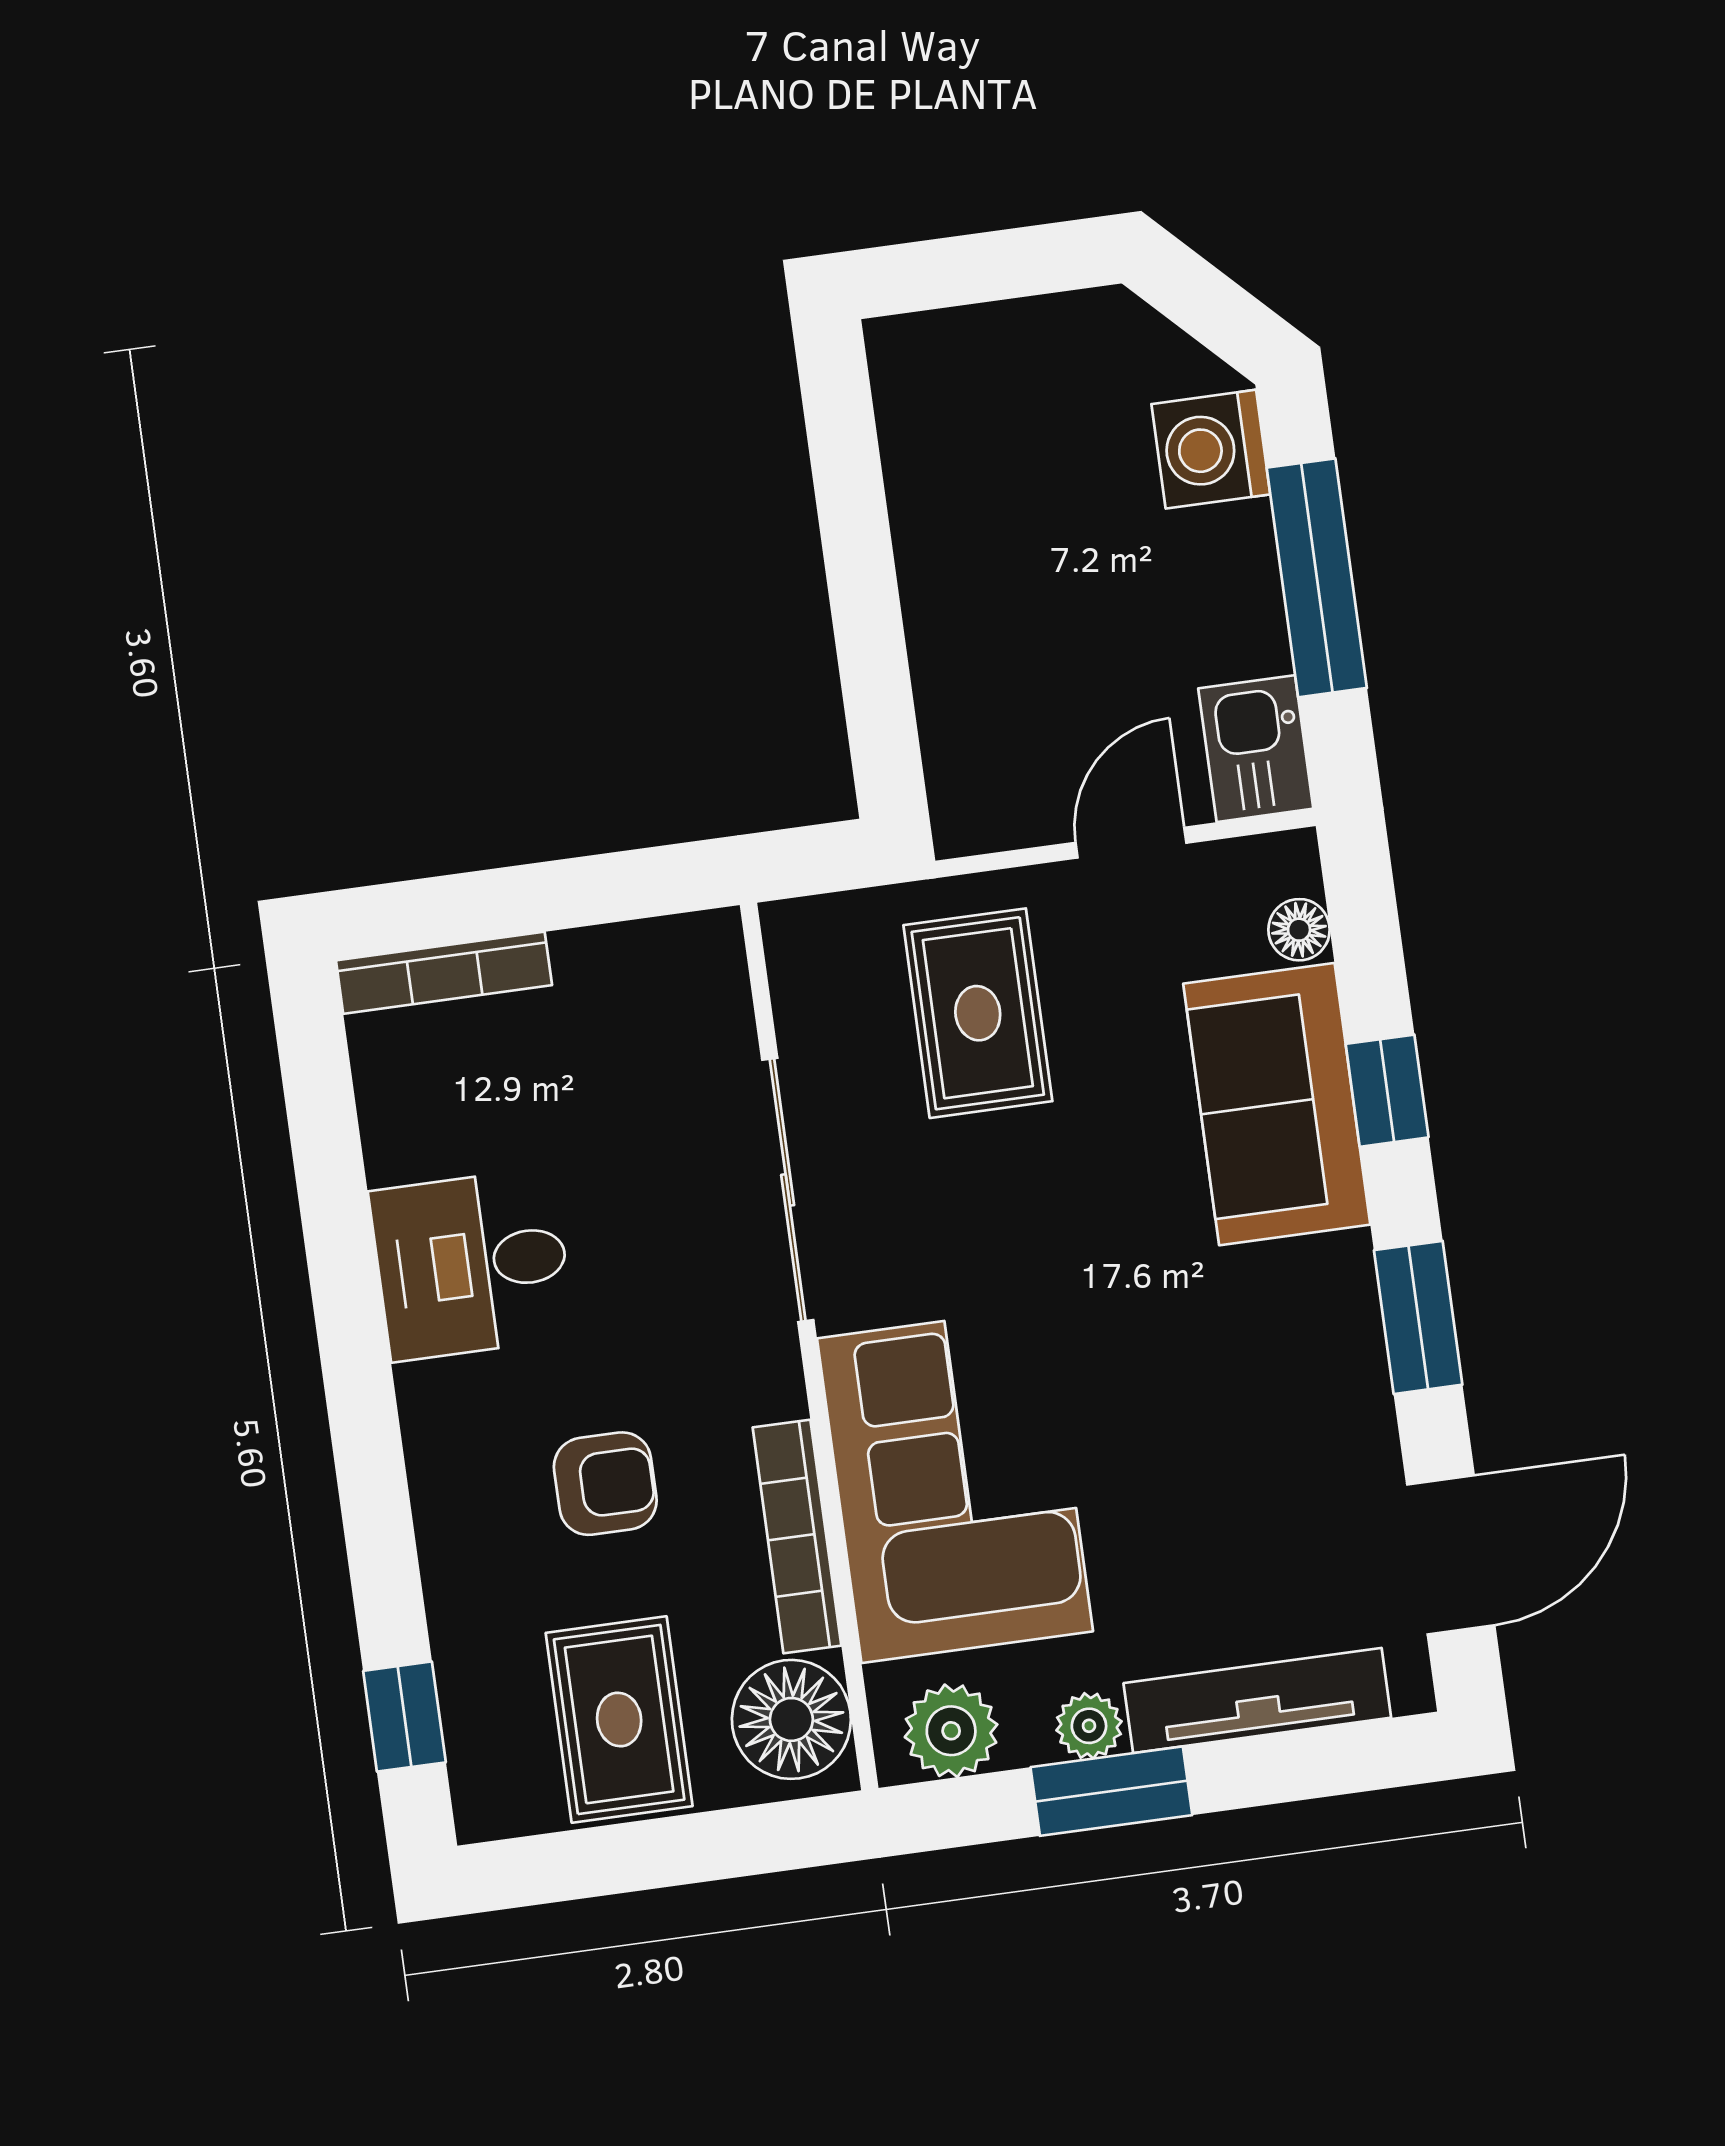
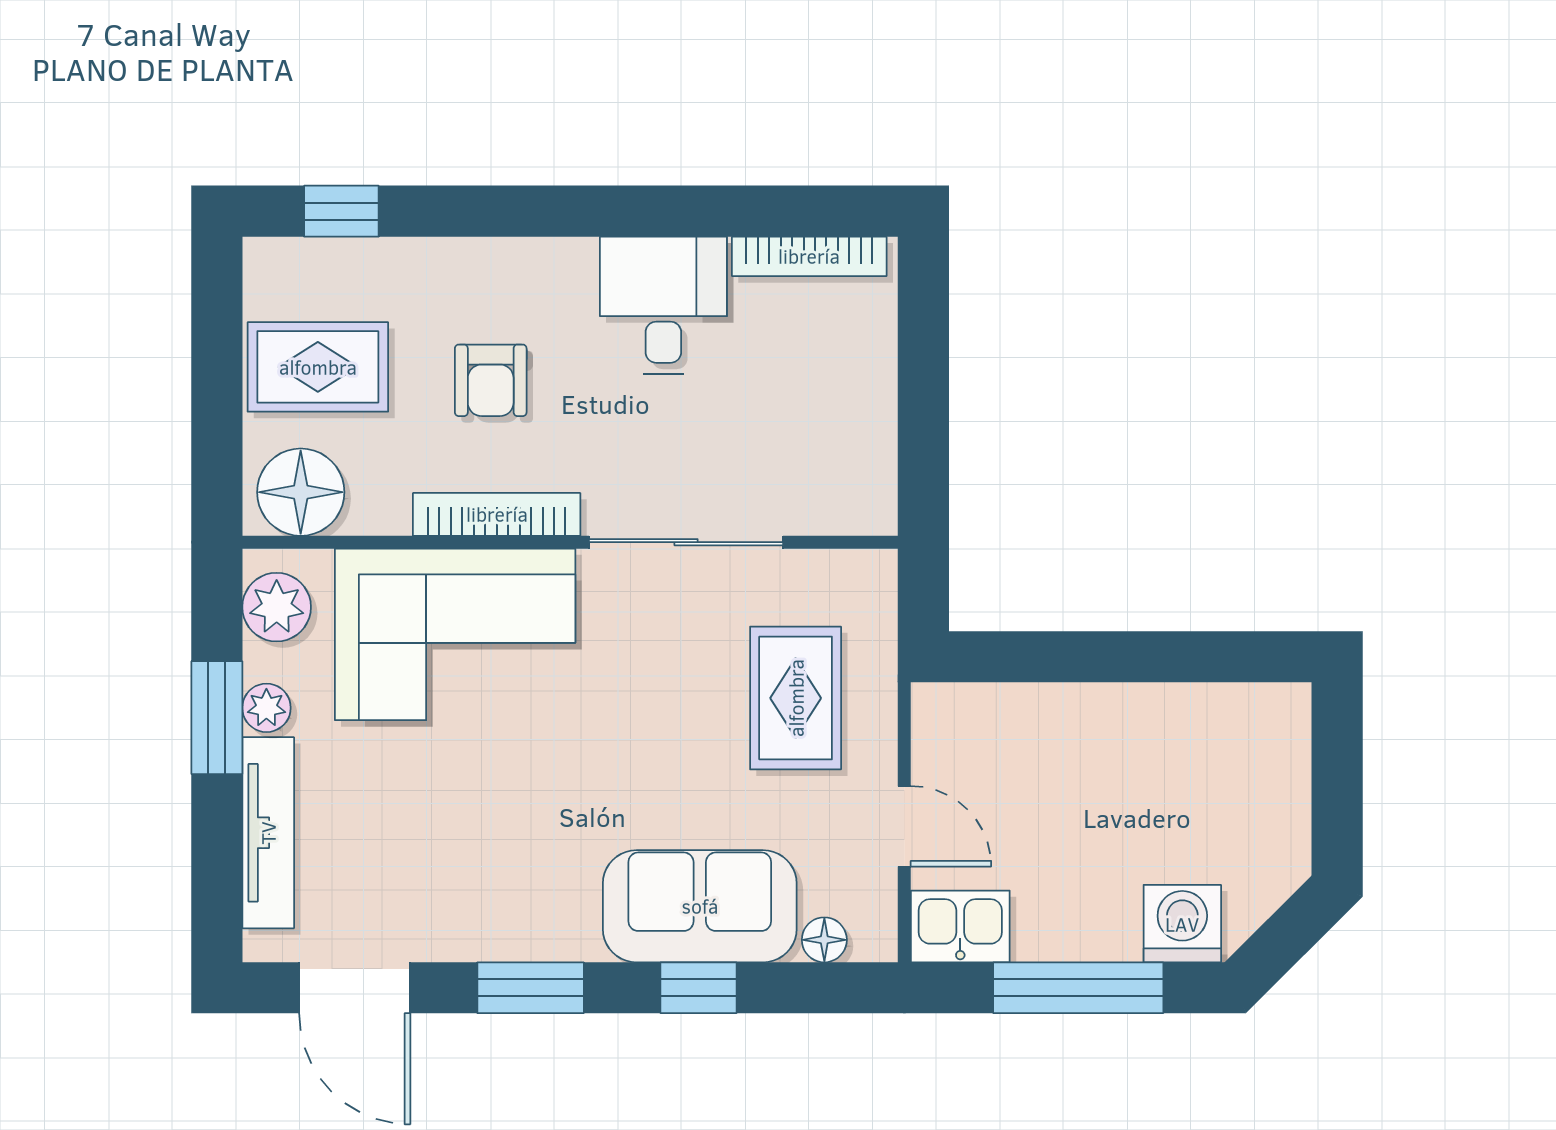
bookcase: (444, 973) -> (809, 256), moved, turned -90
rug: (978, 1013) -> (796, 698), turned 90
bookcase: (797, 1537) -> (497, 514), moved

